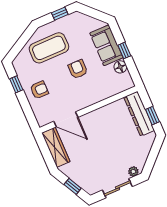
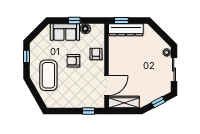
window: (16, 84) -> (88, 111), moved
armchair: (39, 90) -> (96, 54), moved
window: (152, 116) -> (121, 20), moved

